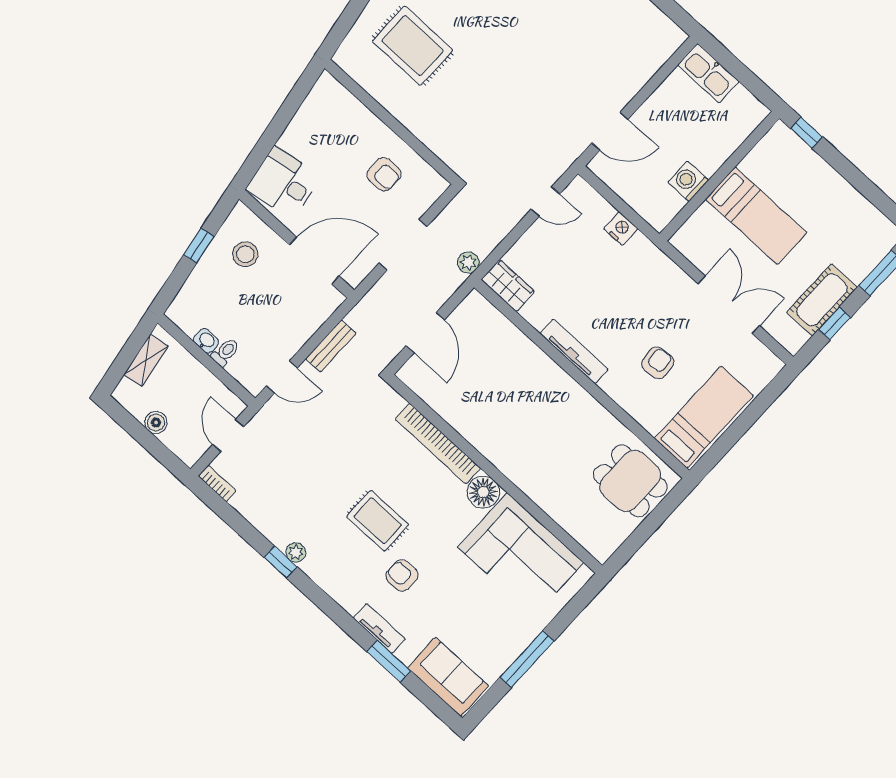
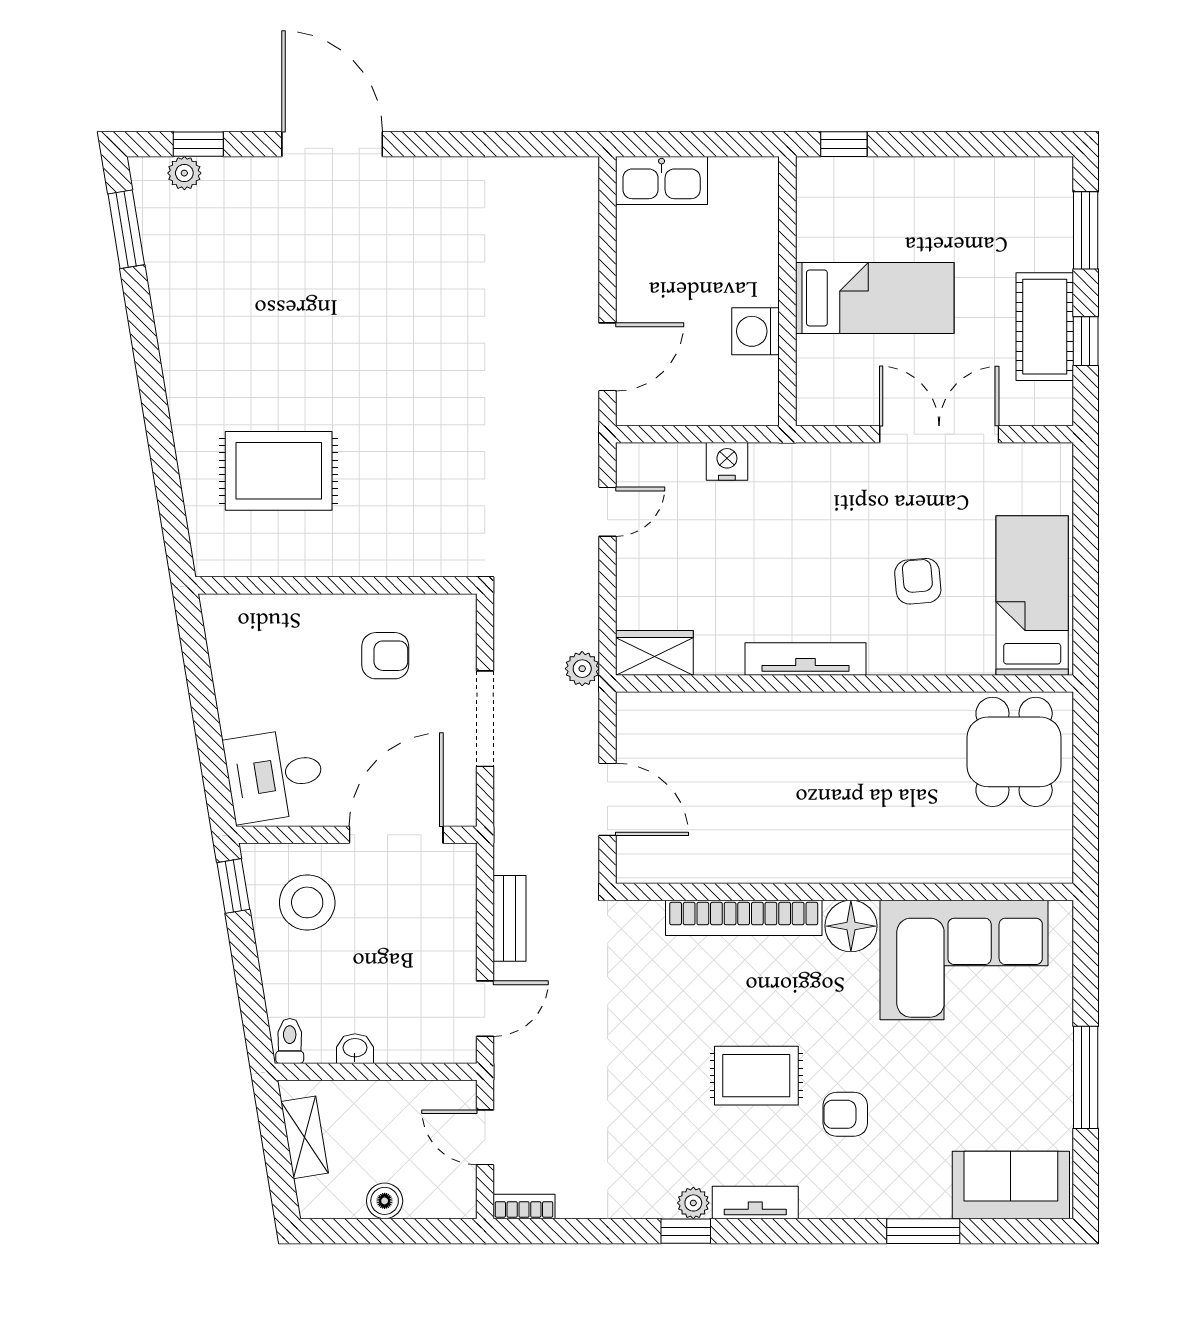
window: (199, 246) -> (233, 886), moved
stool: (245, 254) -> (307, 902), width x1.38, depth x1.38
toilet: (225, 352) -> (290, 1041), moved
dining table: (630, 481) -> (1014, 752), turned 90
tv unit: (379, 628) -> (755, 1202), moved

